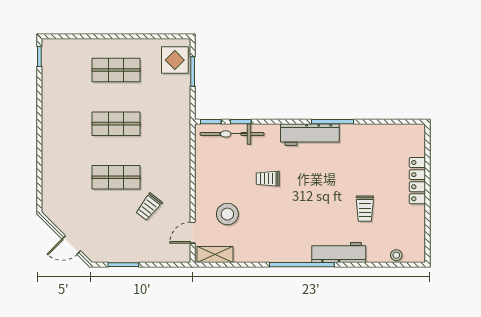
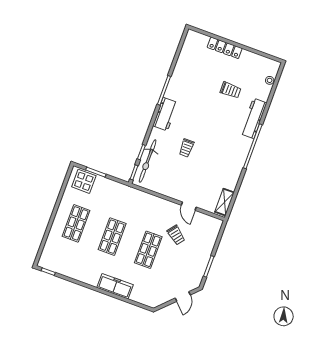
workbench: (310, 135) -> (165, 114), width x0.73
freezer: (52, 151) -> (115, 286), added
stool: (227, 214) -> (200, 184), removed
door: (193, 233) -> (189, 206), moved

